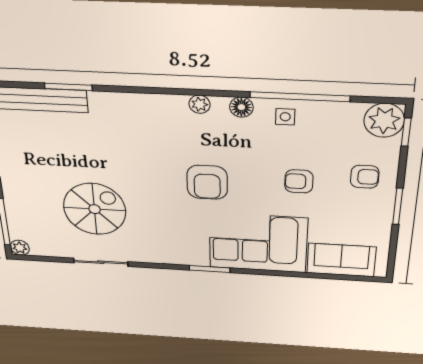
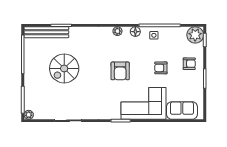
spiral stairs: (95, 209) -> (64, 68), moved, turned 180

